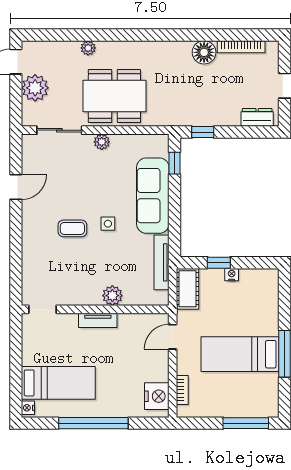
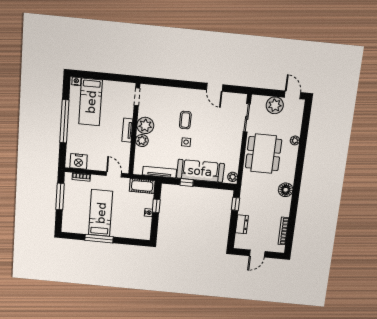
floor lamp: (204, 52) -> (286, 190), moved
dresser: (257, 117) -> (242, 224), moved
plant: (102, 142) -> (233, 177), moved
window: (174, 163) -> (187, 182), moved
plant: (87, 292) -> (145, 125), added
window: (246, 423) -> (60, 197), moved

